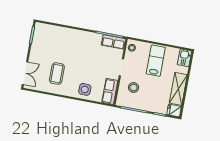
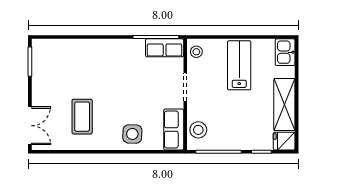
stool: (134, 88) -> (198, 130), moved

